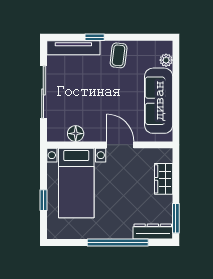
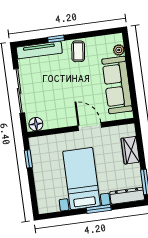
floor lamp: (76, 134) -> (36, 124), moved
bed with nightstands: (76, 183) -> (82, 179), moved, turned 180
window: (43, 200) -> (28, 159), moved
window: (118, 243) -> (99, 209), width x0.47

